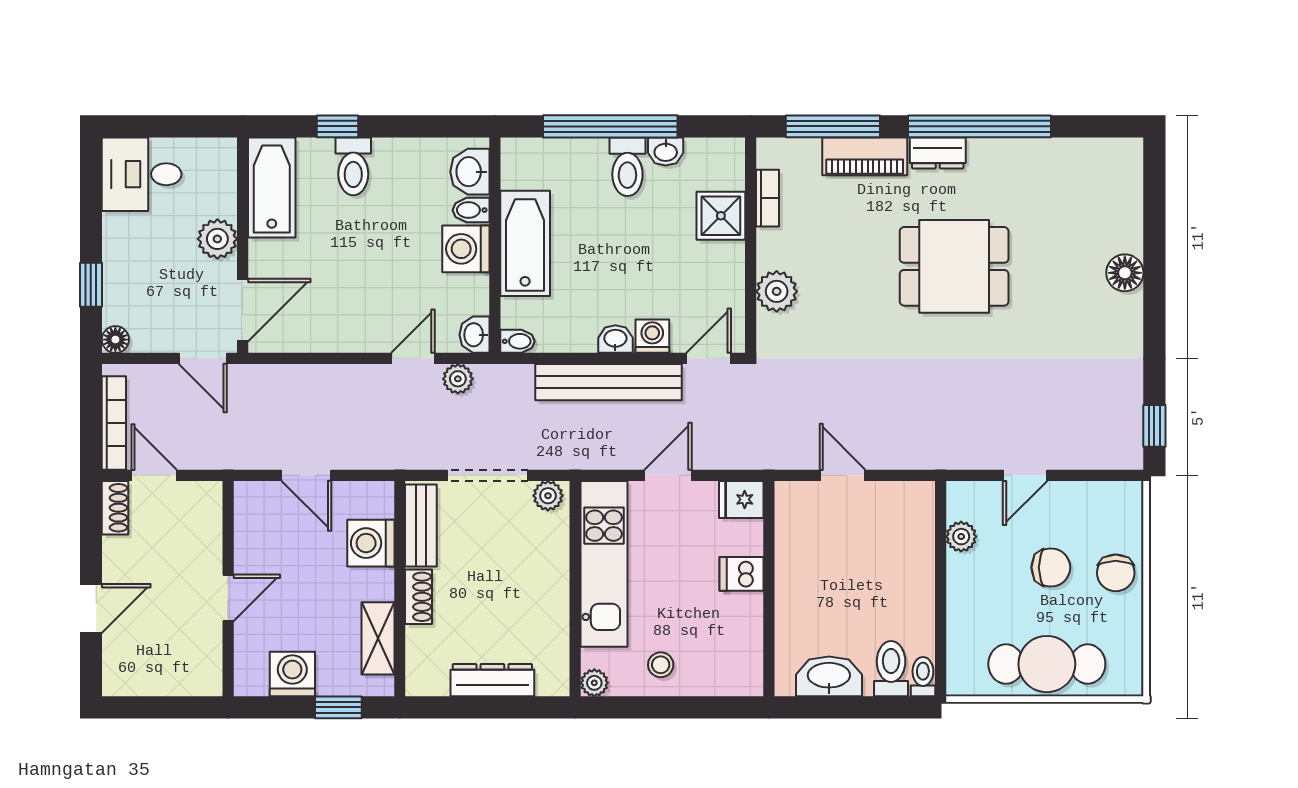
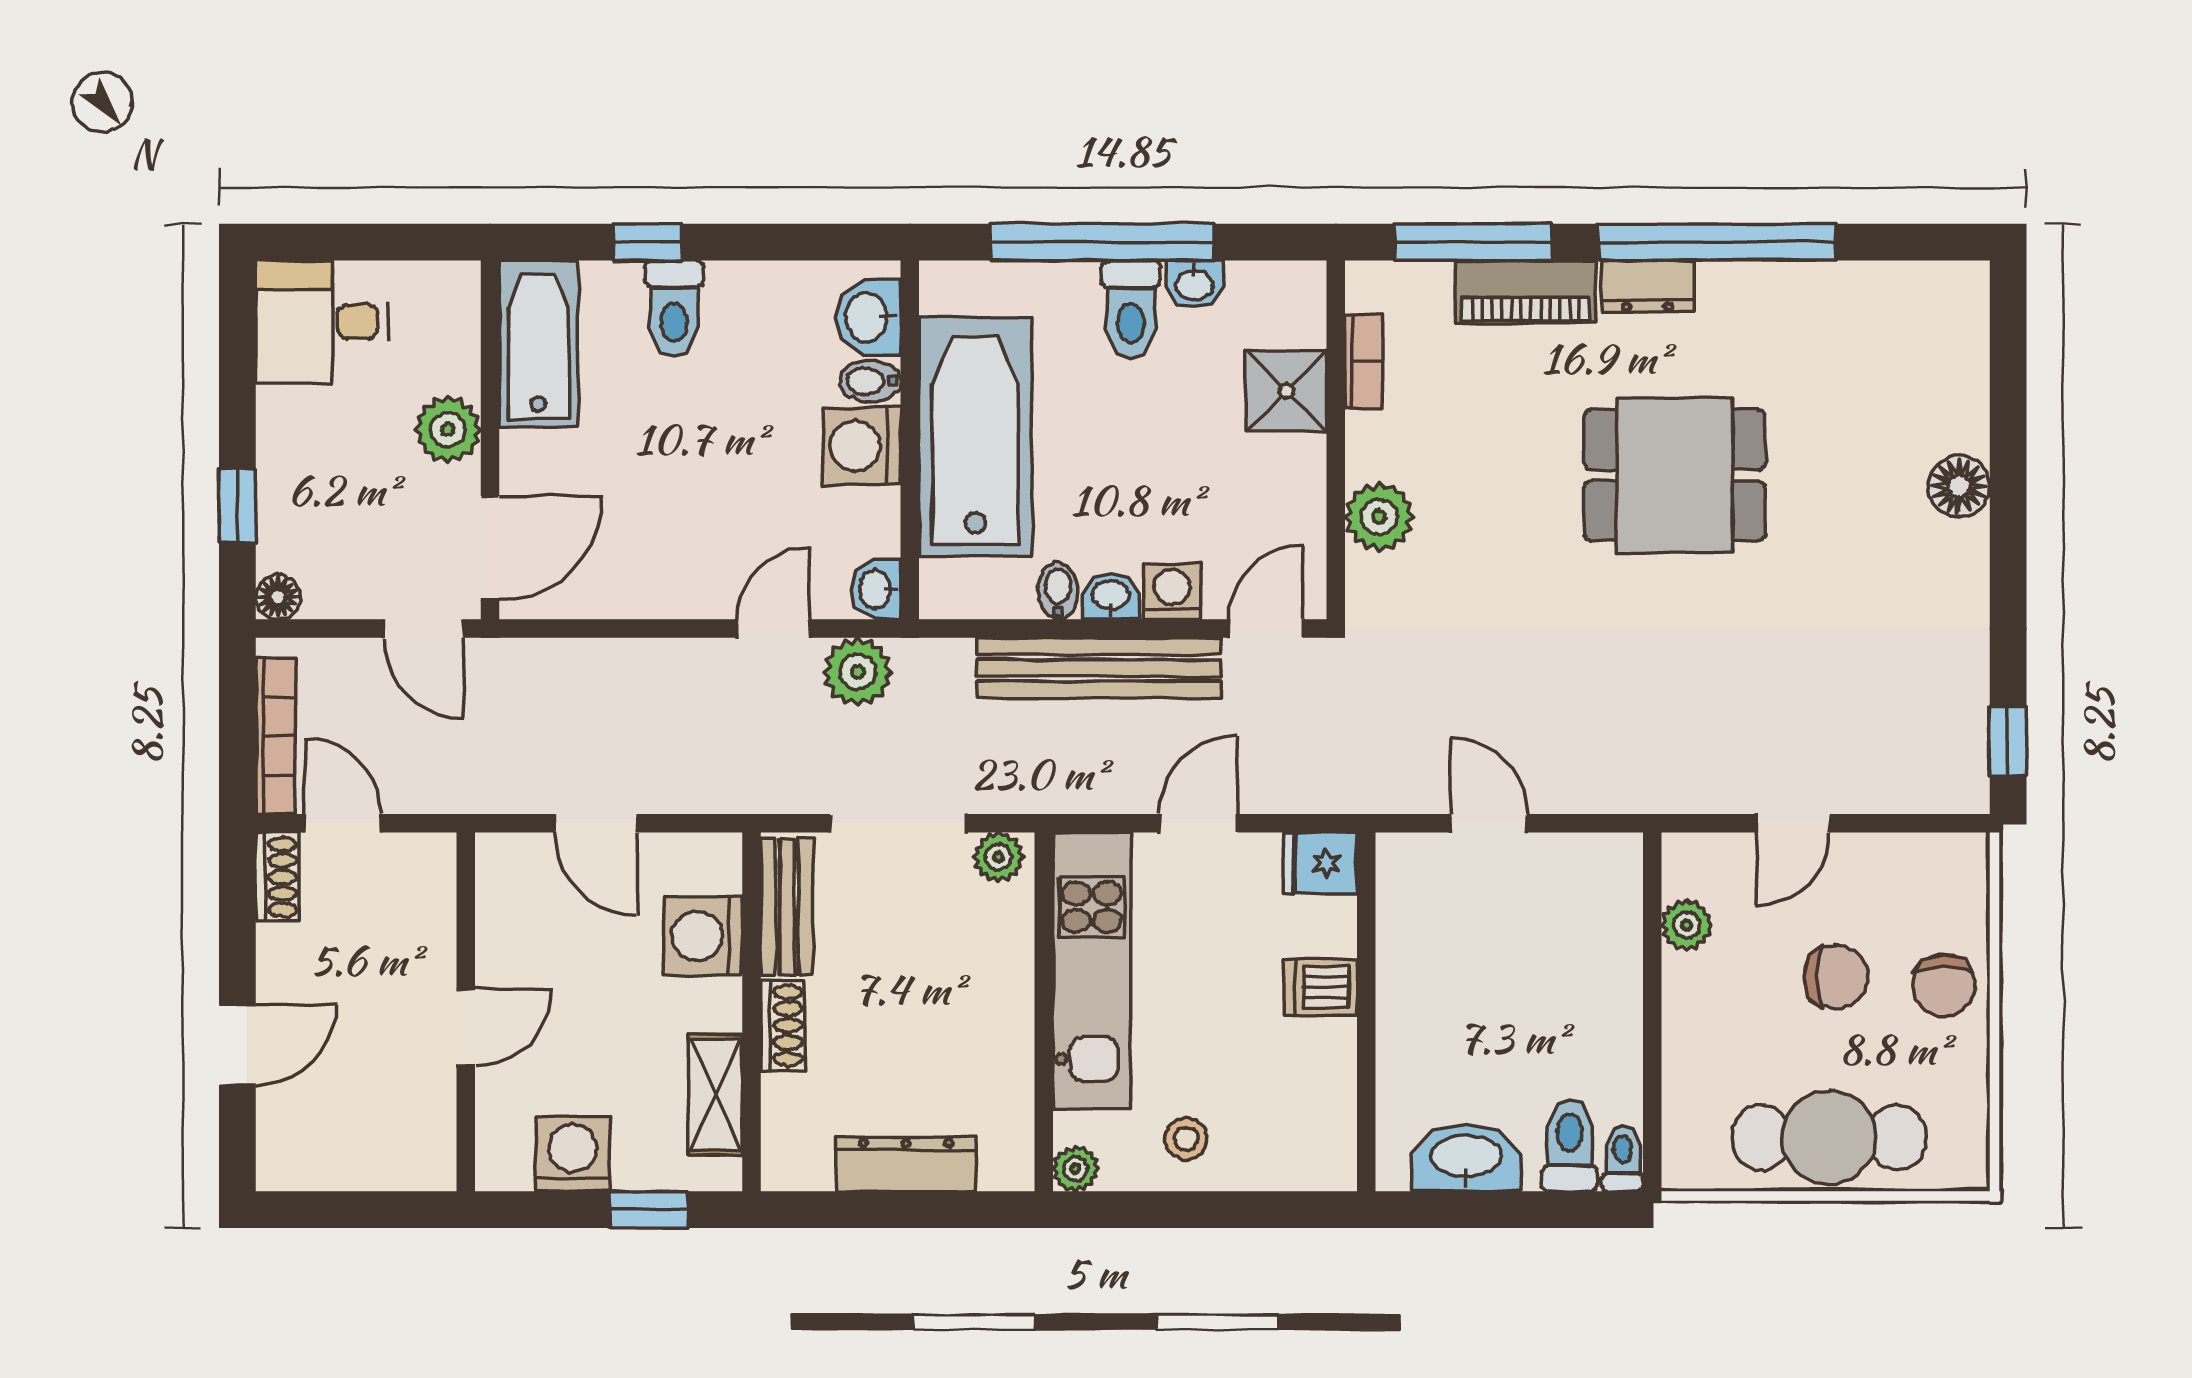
bathtub: (525, 243) -> (975, 437), width x1.36, depth x1.36
bidet: (517, 341) -> (1058, 591), moved, turned -90
plant: (458, 379) -> (858, 672), width x1.38, depth x1.38

